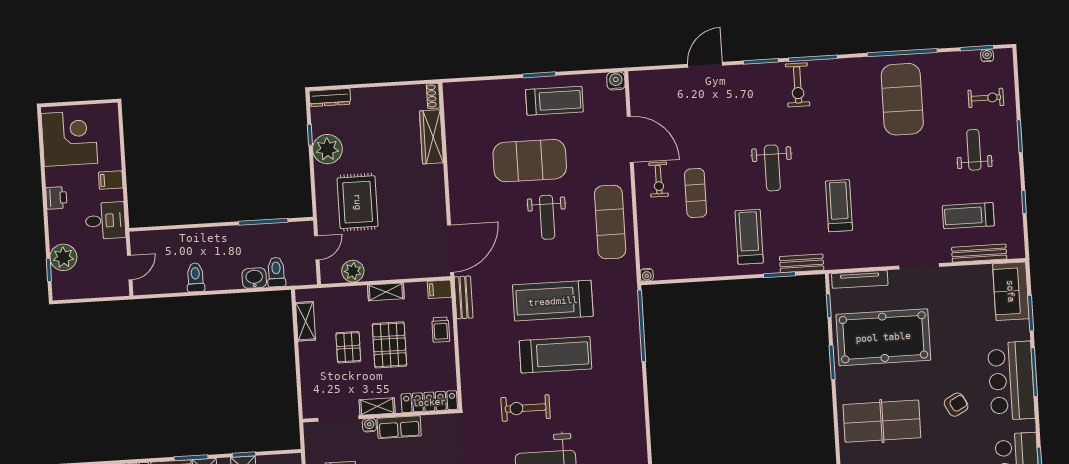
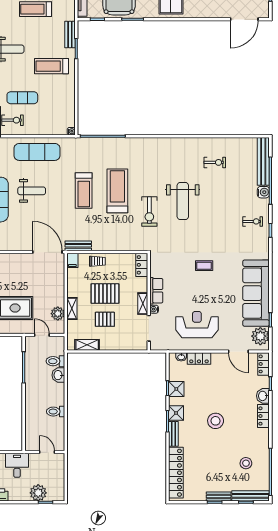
shelving: (386, 292) -> (72, 308), moved
treadmill: (553, 301) -> (84, 190), width x0.73, depth x0.73
locker: (429, 402) -> (142, 265), width x0.66

